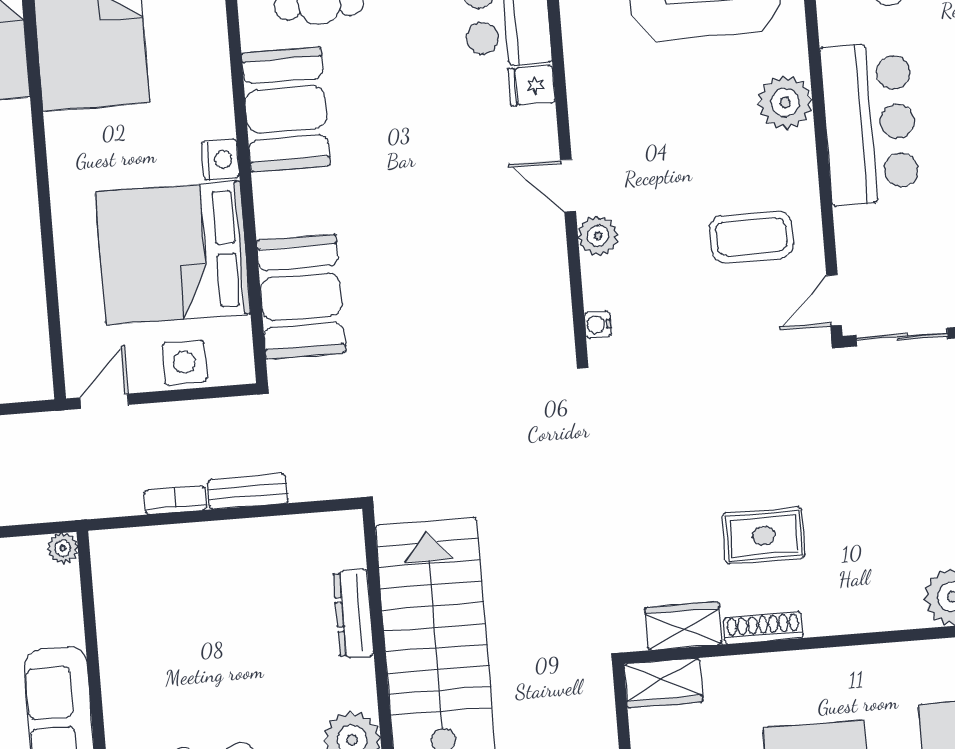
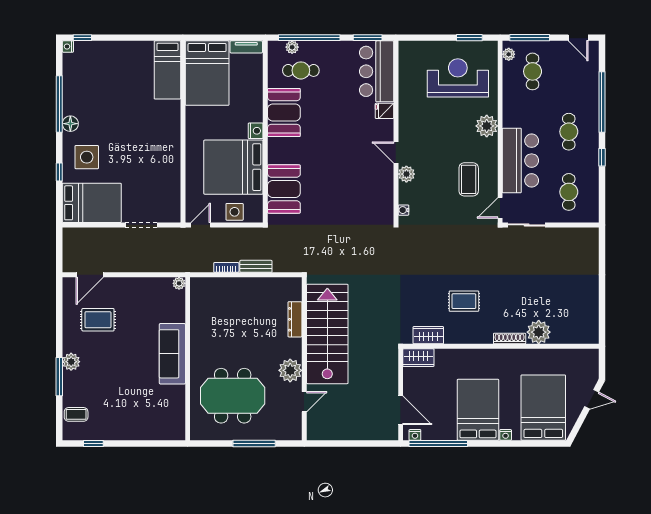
bar counter: (870, 123) -> (520, 161), moved
coffee table: (751, 237) -> (469, 179), turned 90
shoe rack: (763, 628) -> (510, 339), moved

